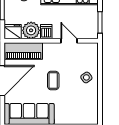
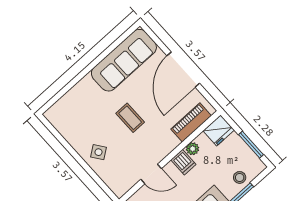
plant: (31, 30) -> (193, 149), width x0.53, depth x0.53
piano: (23, 51) -> (191, 122), width x0.73, depth x0.75

